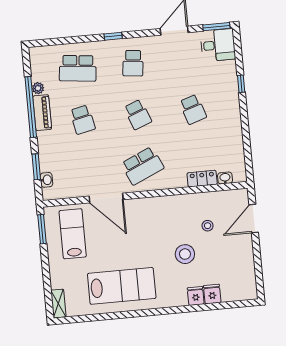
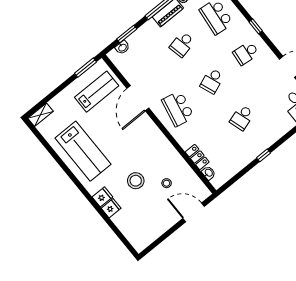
window: (241, 84) -> (263, 155), moved
school desk: (142, 166) -> (178, 109), turned 36
fridge: (212, 294) -> (102, 197), moved

